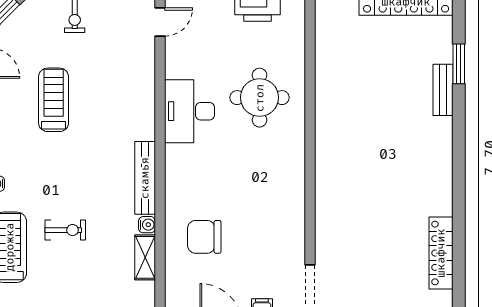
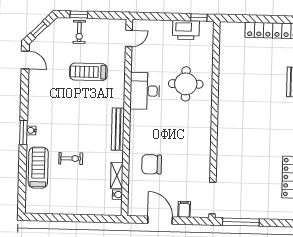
treadmill: (54, 100) -> (88, 72), moved, turned -90
water cooler: (147, 225) -> (117, 195), moved

